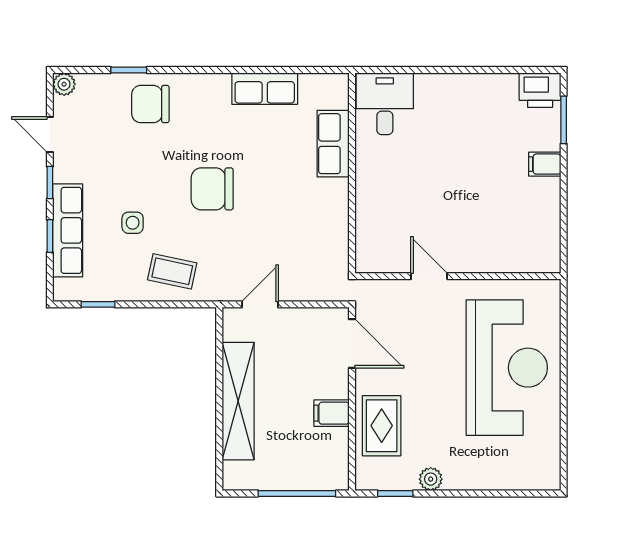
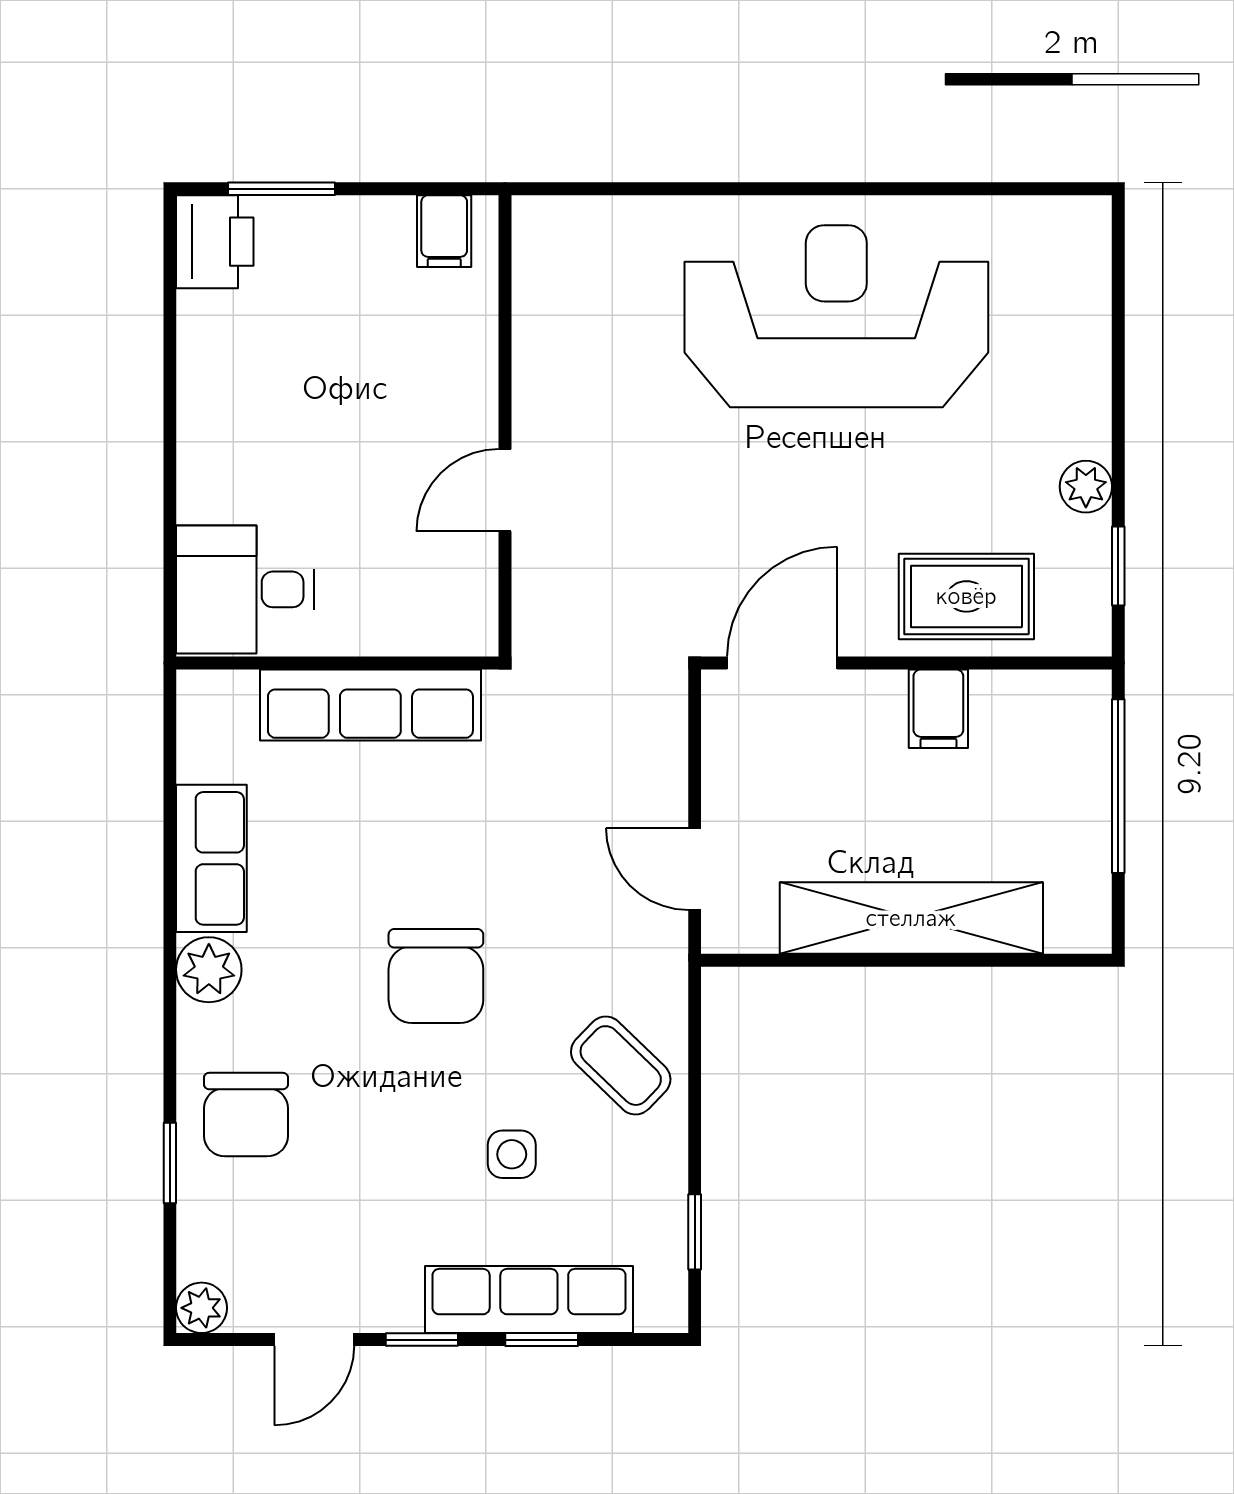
plant: (215, 87) -> (209, 970), added
row of seats: (333, 144) -> (370, 705), width x1.48
filing cabinet: (545, 164) -> (444, 231), moved
coffee table: (172, 271) -> (621, 1066), turned -58
door: (429, 276) -> (505, 490), moved
wall: (458, 276) -> (505, 426), moved

